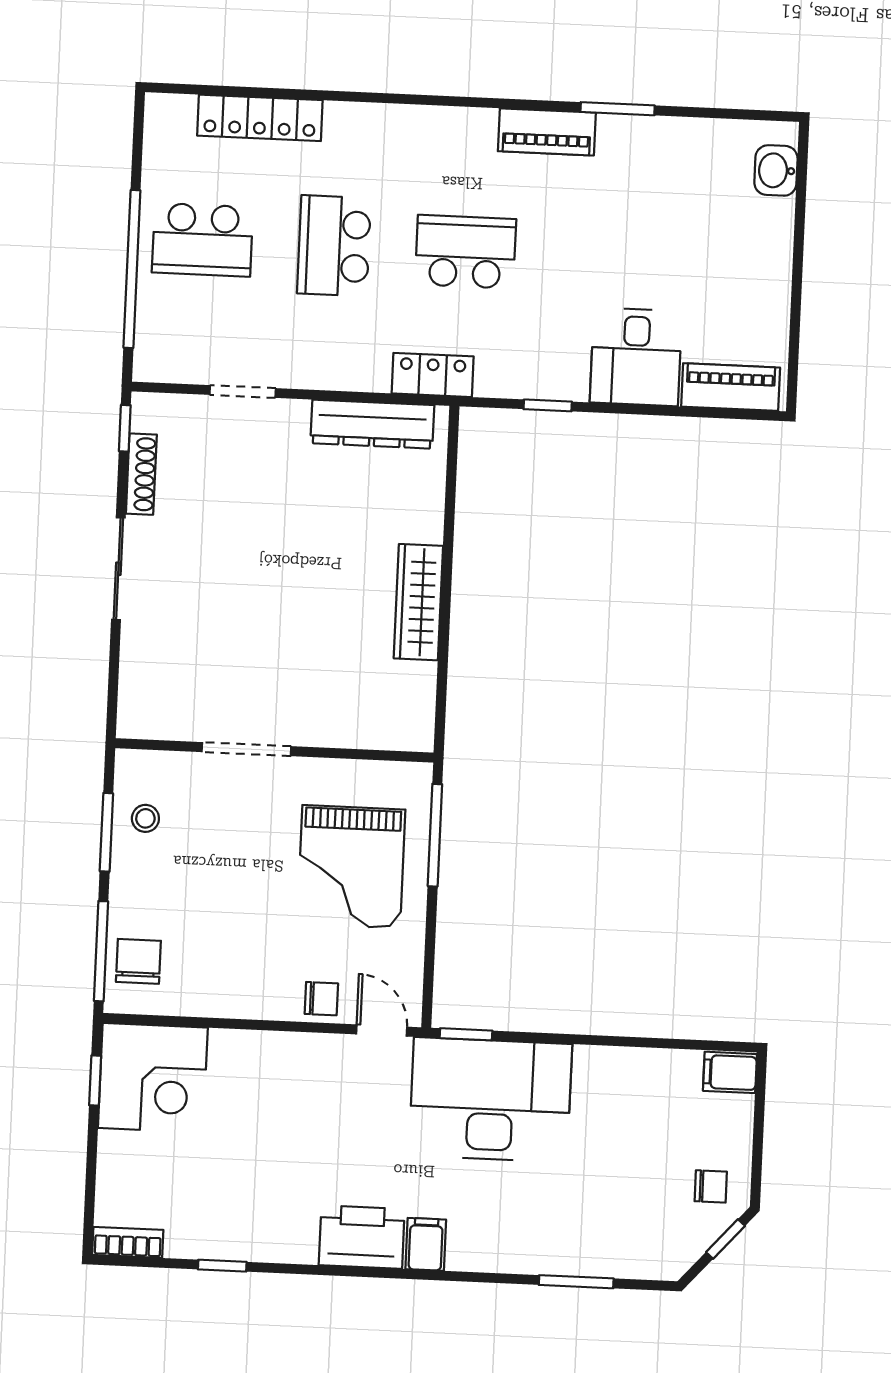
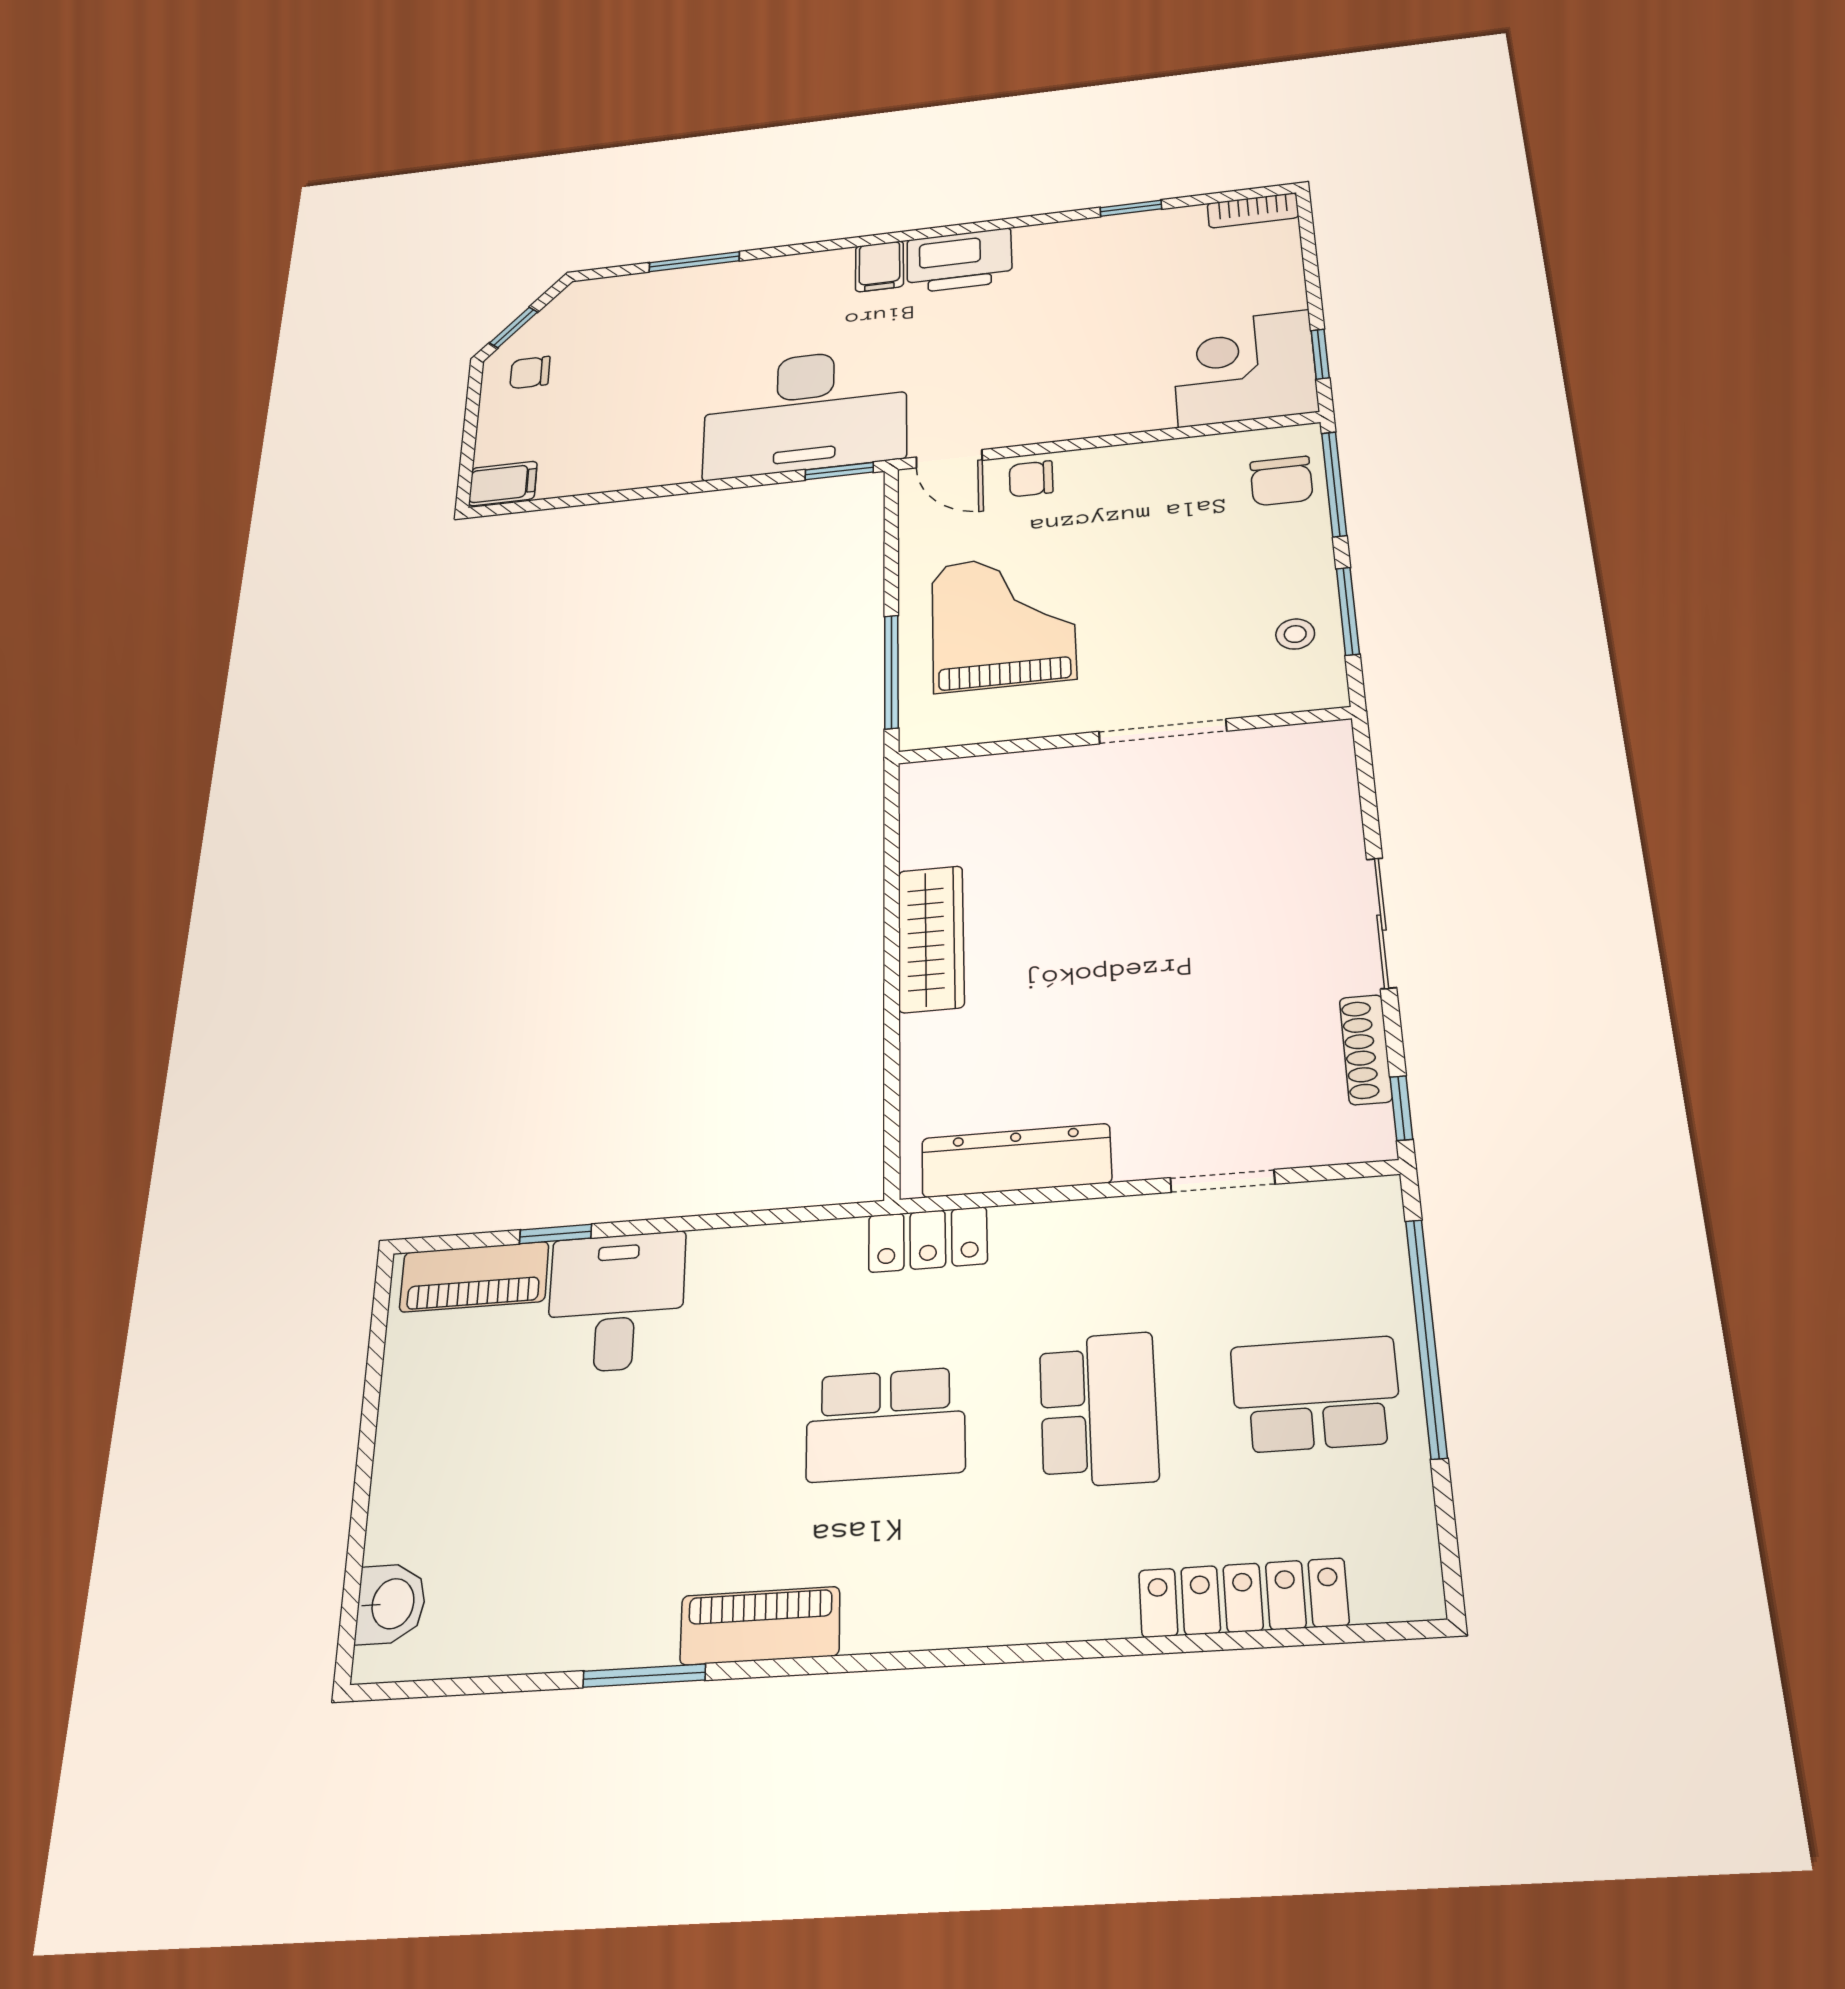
window: (548, 405) -> (556, 1234), moved

